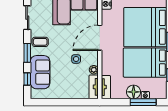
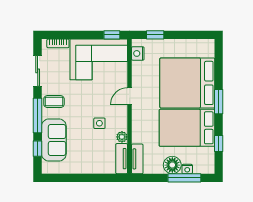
door: (100, 38) -> (129, 96), width x0.53
window: (27, 53) -> (38, 115), width x1.44

